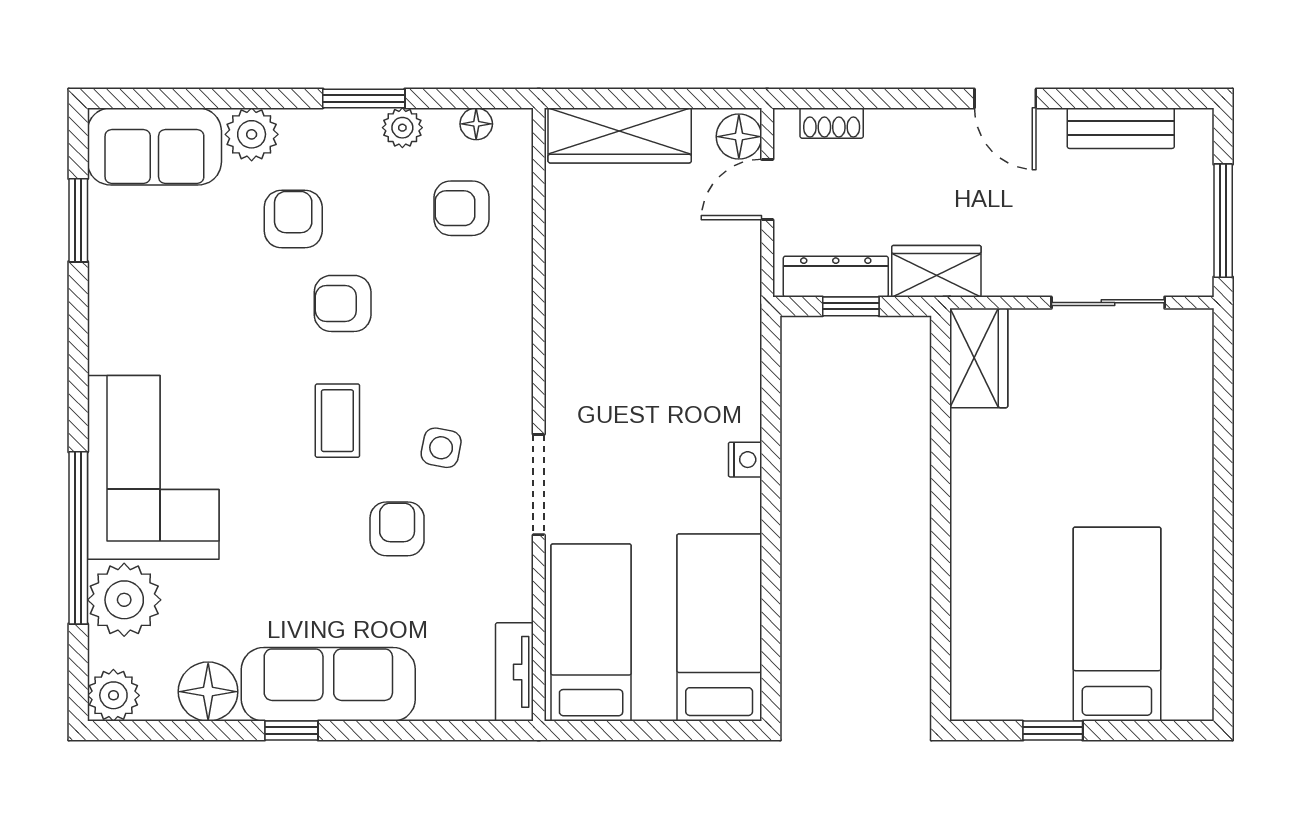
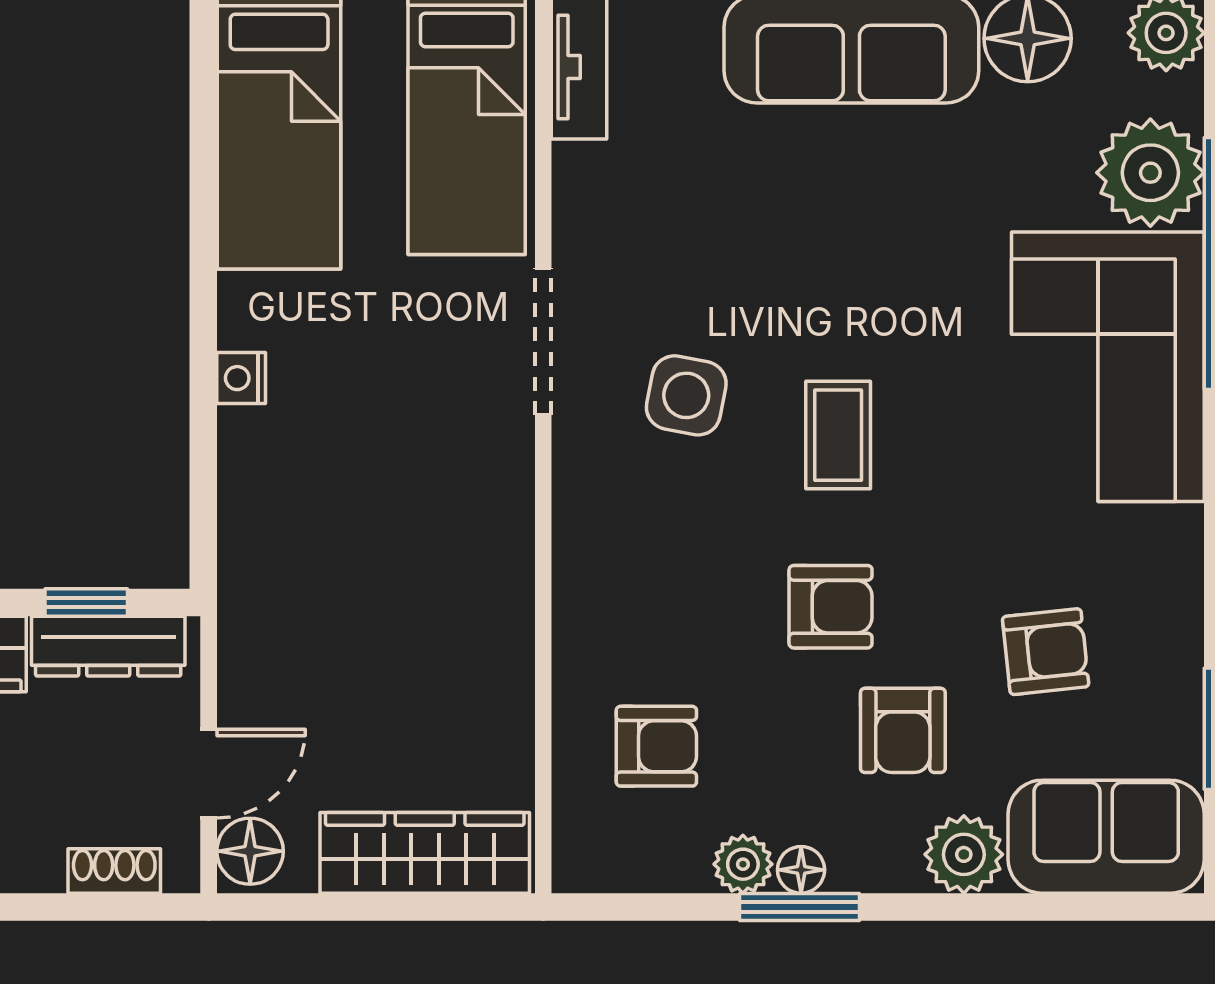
floor lamp: (476, 124) -> (801, 870), moved
side table: (441, 448) -> (686, 395), width x1.37, depth x1.37
armchair: (397, 529) -> (1046, 652), moved, turned -96

